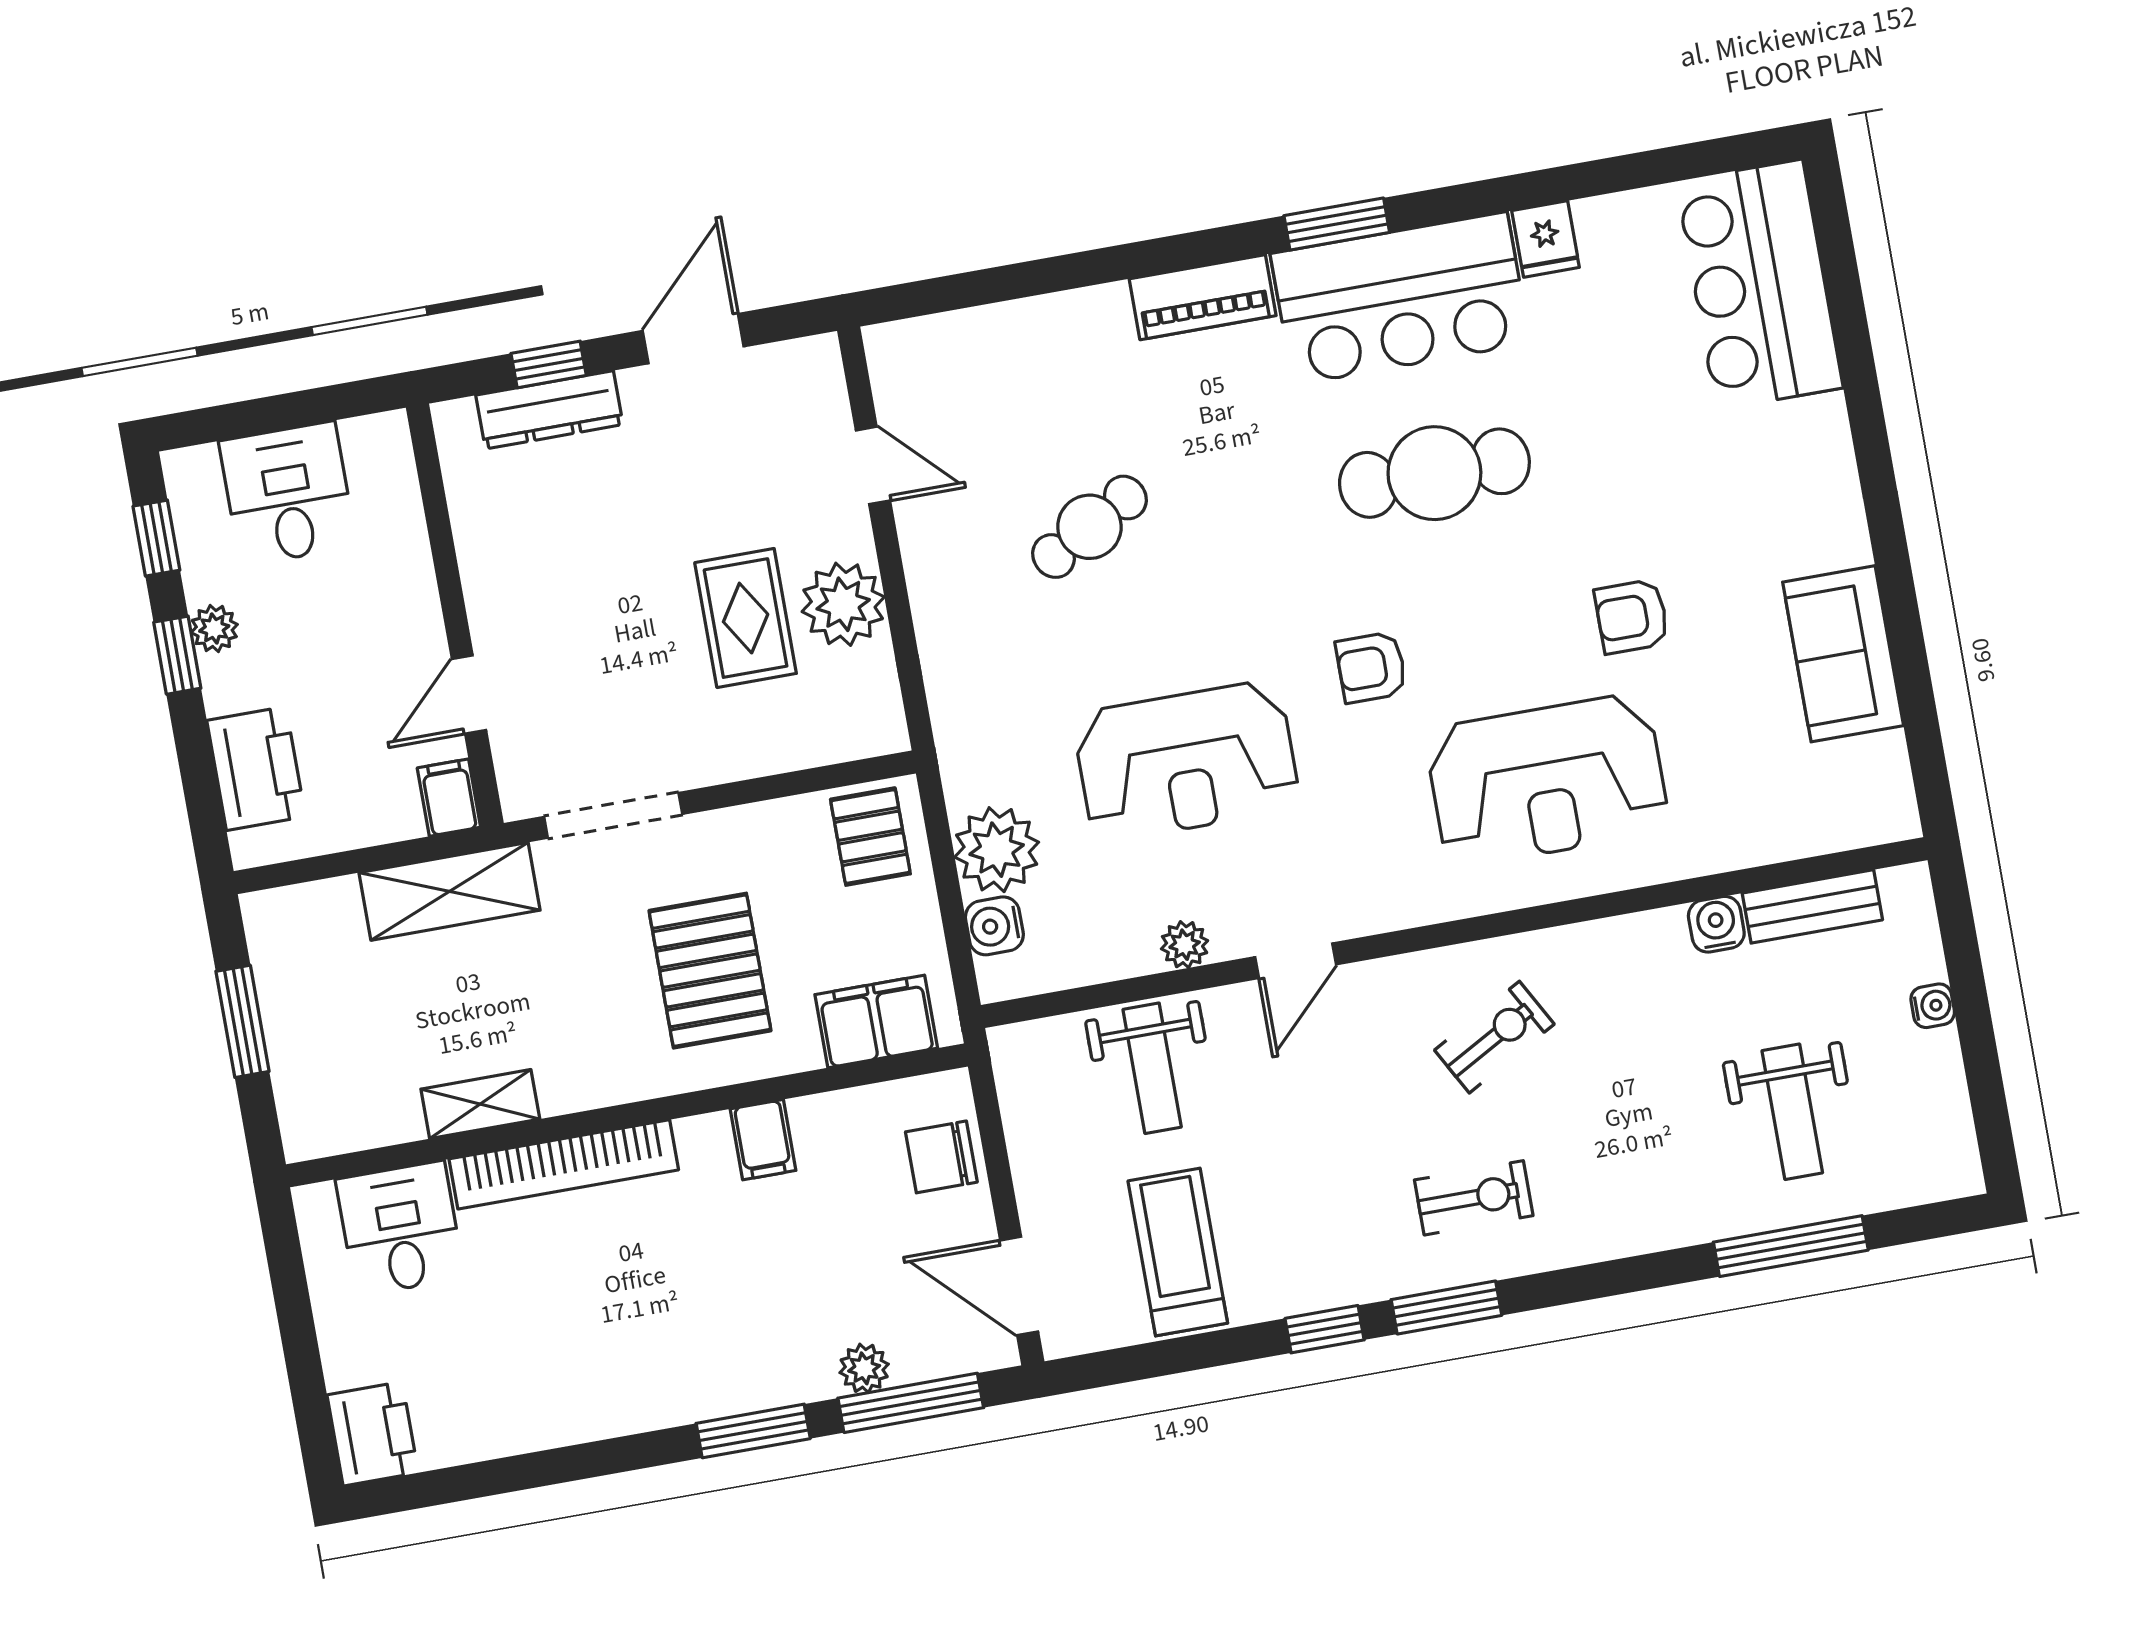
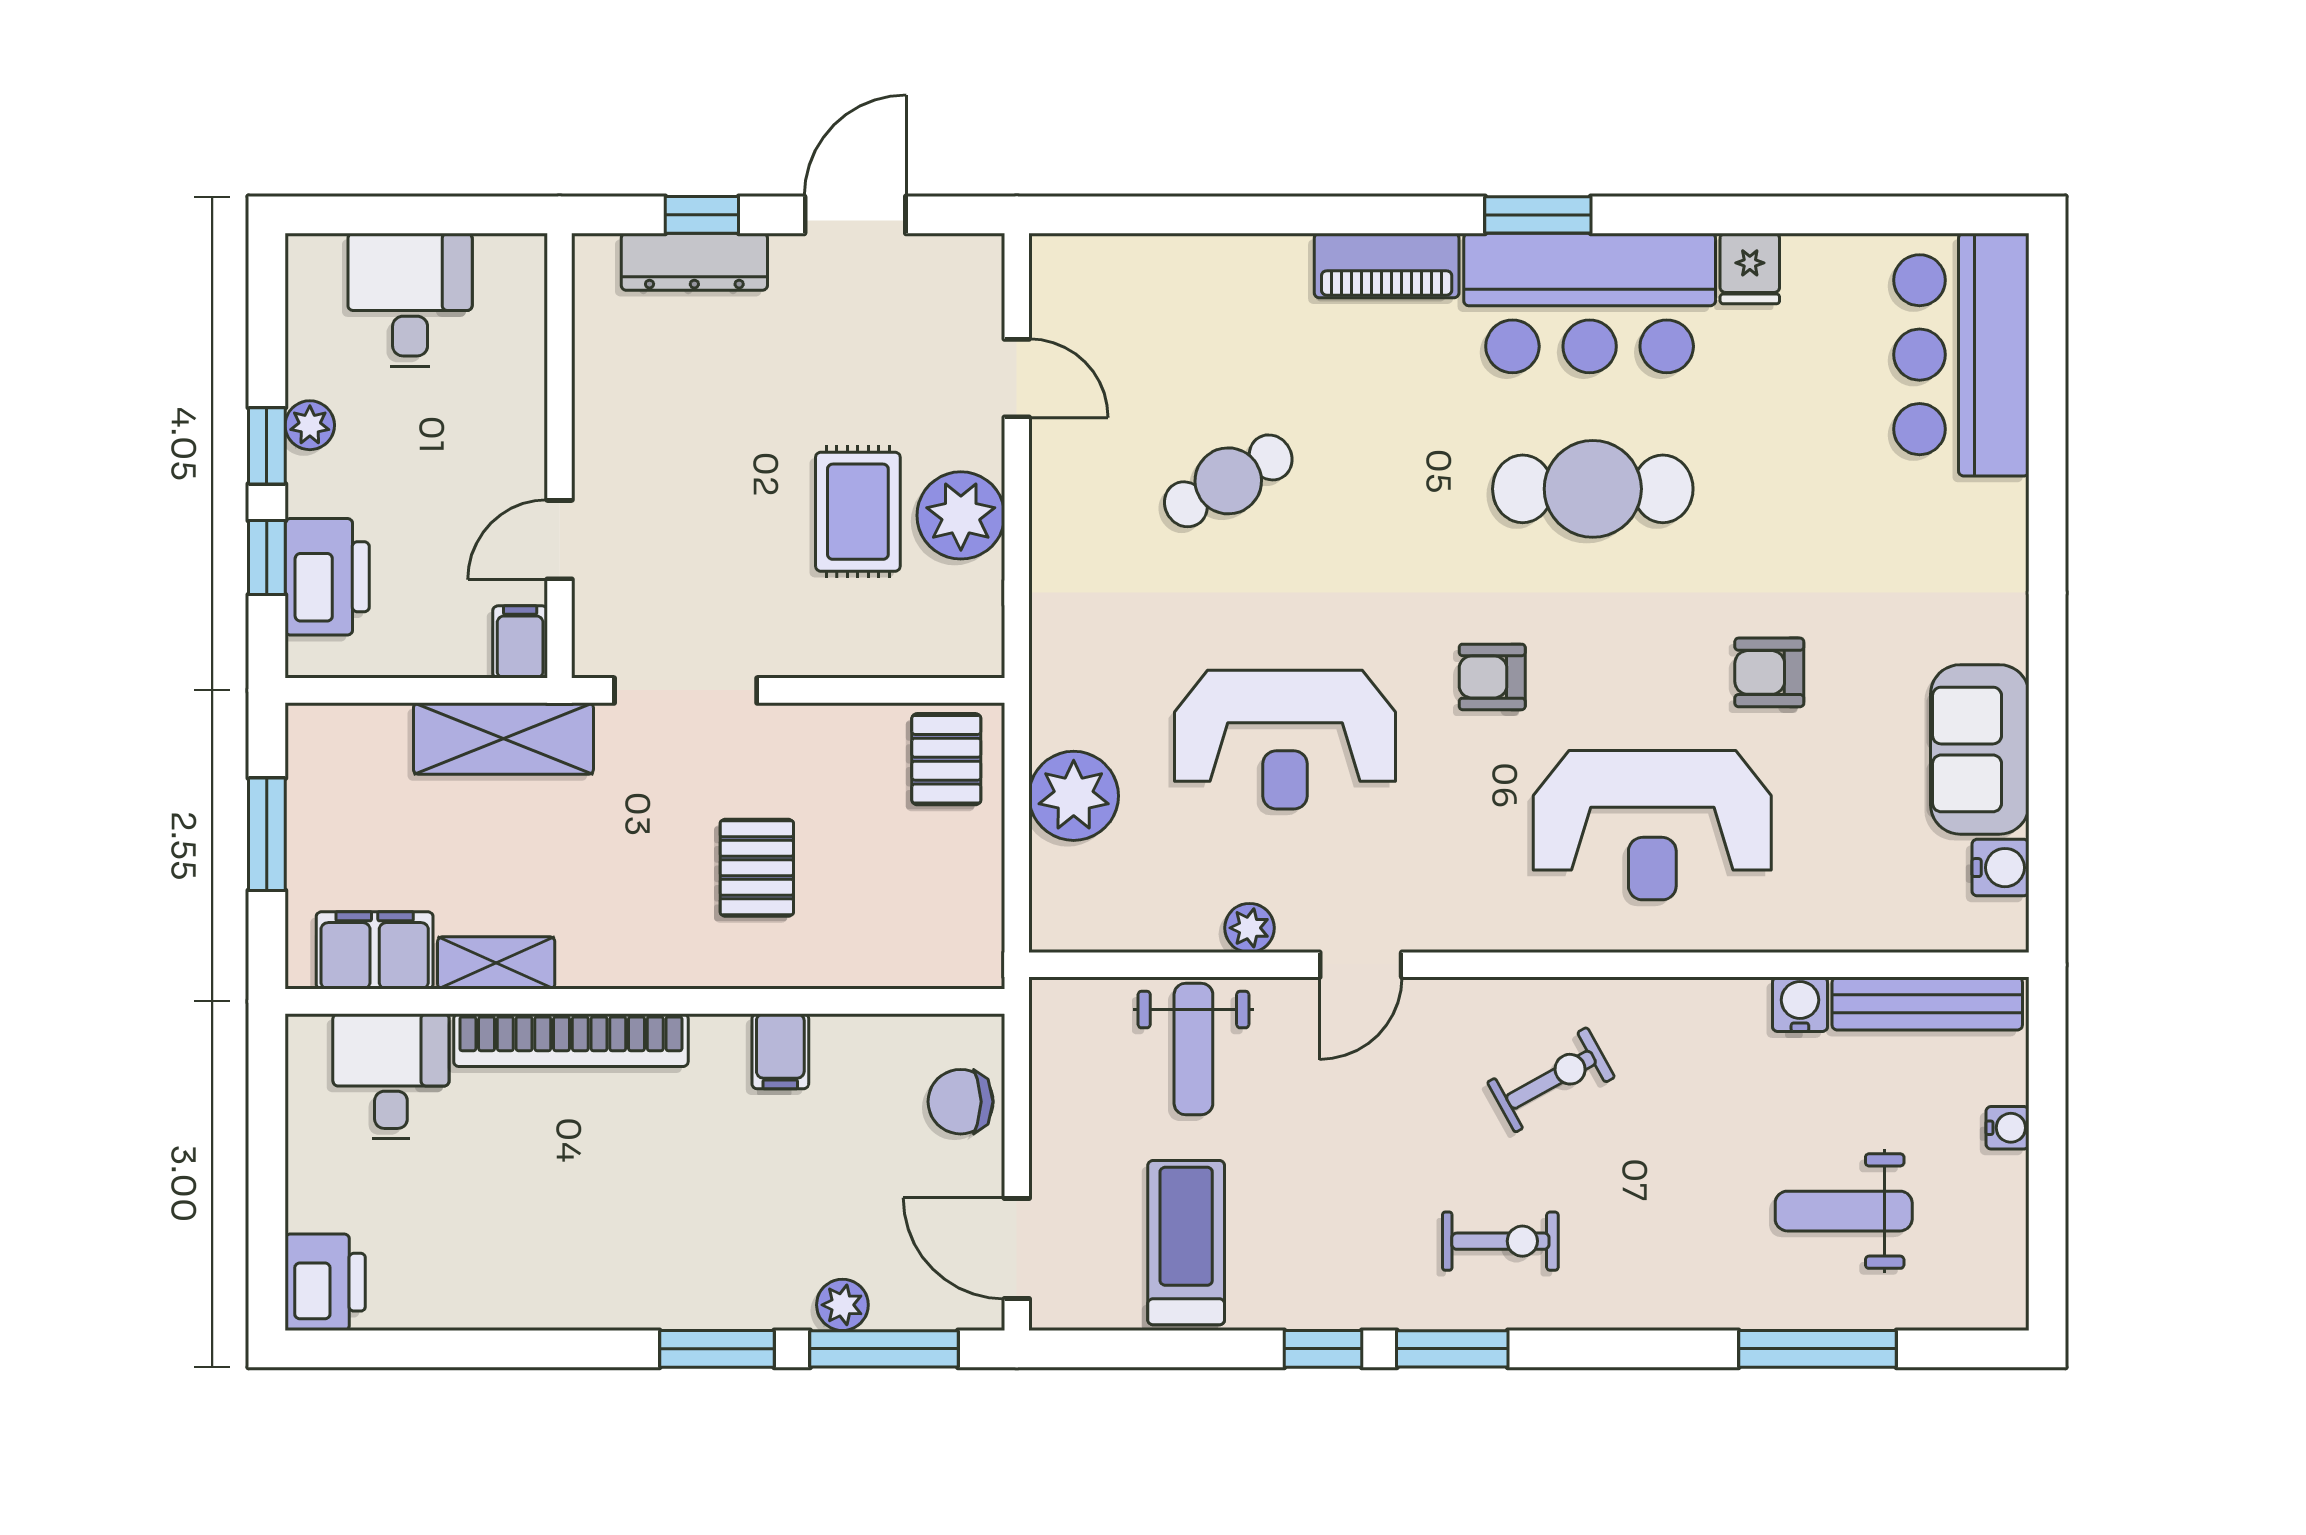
window: (156, 538) -> (267, 558), moved
bench: (1812, 906) -> (1927, 1004), width x1.36
water cooler: (994, 926) -> (2000, 868), moved, turned 180
pallet: (710, 971) -> (757, 868), width x0.67, depth x0.71
filing cabinet: (876, 1021) -> (375, 950), moved
weight bench: (1792, 1112) -> (1844, 1211), turned 90

